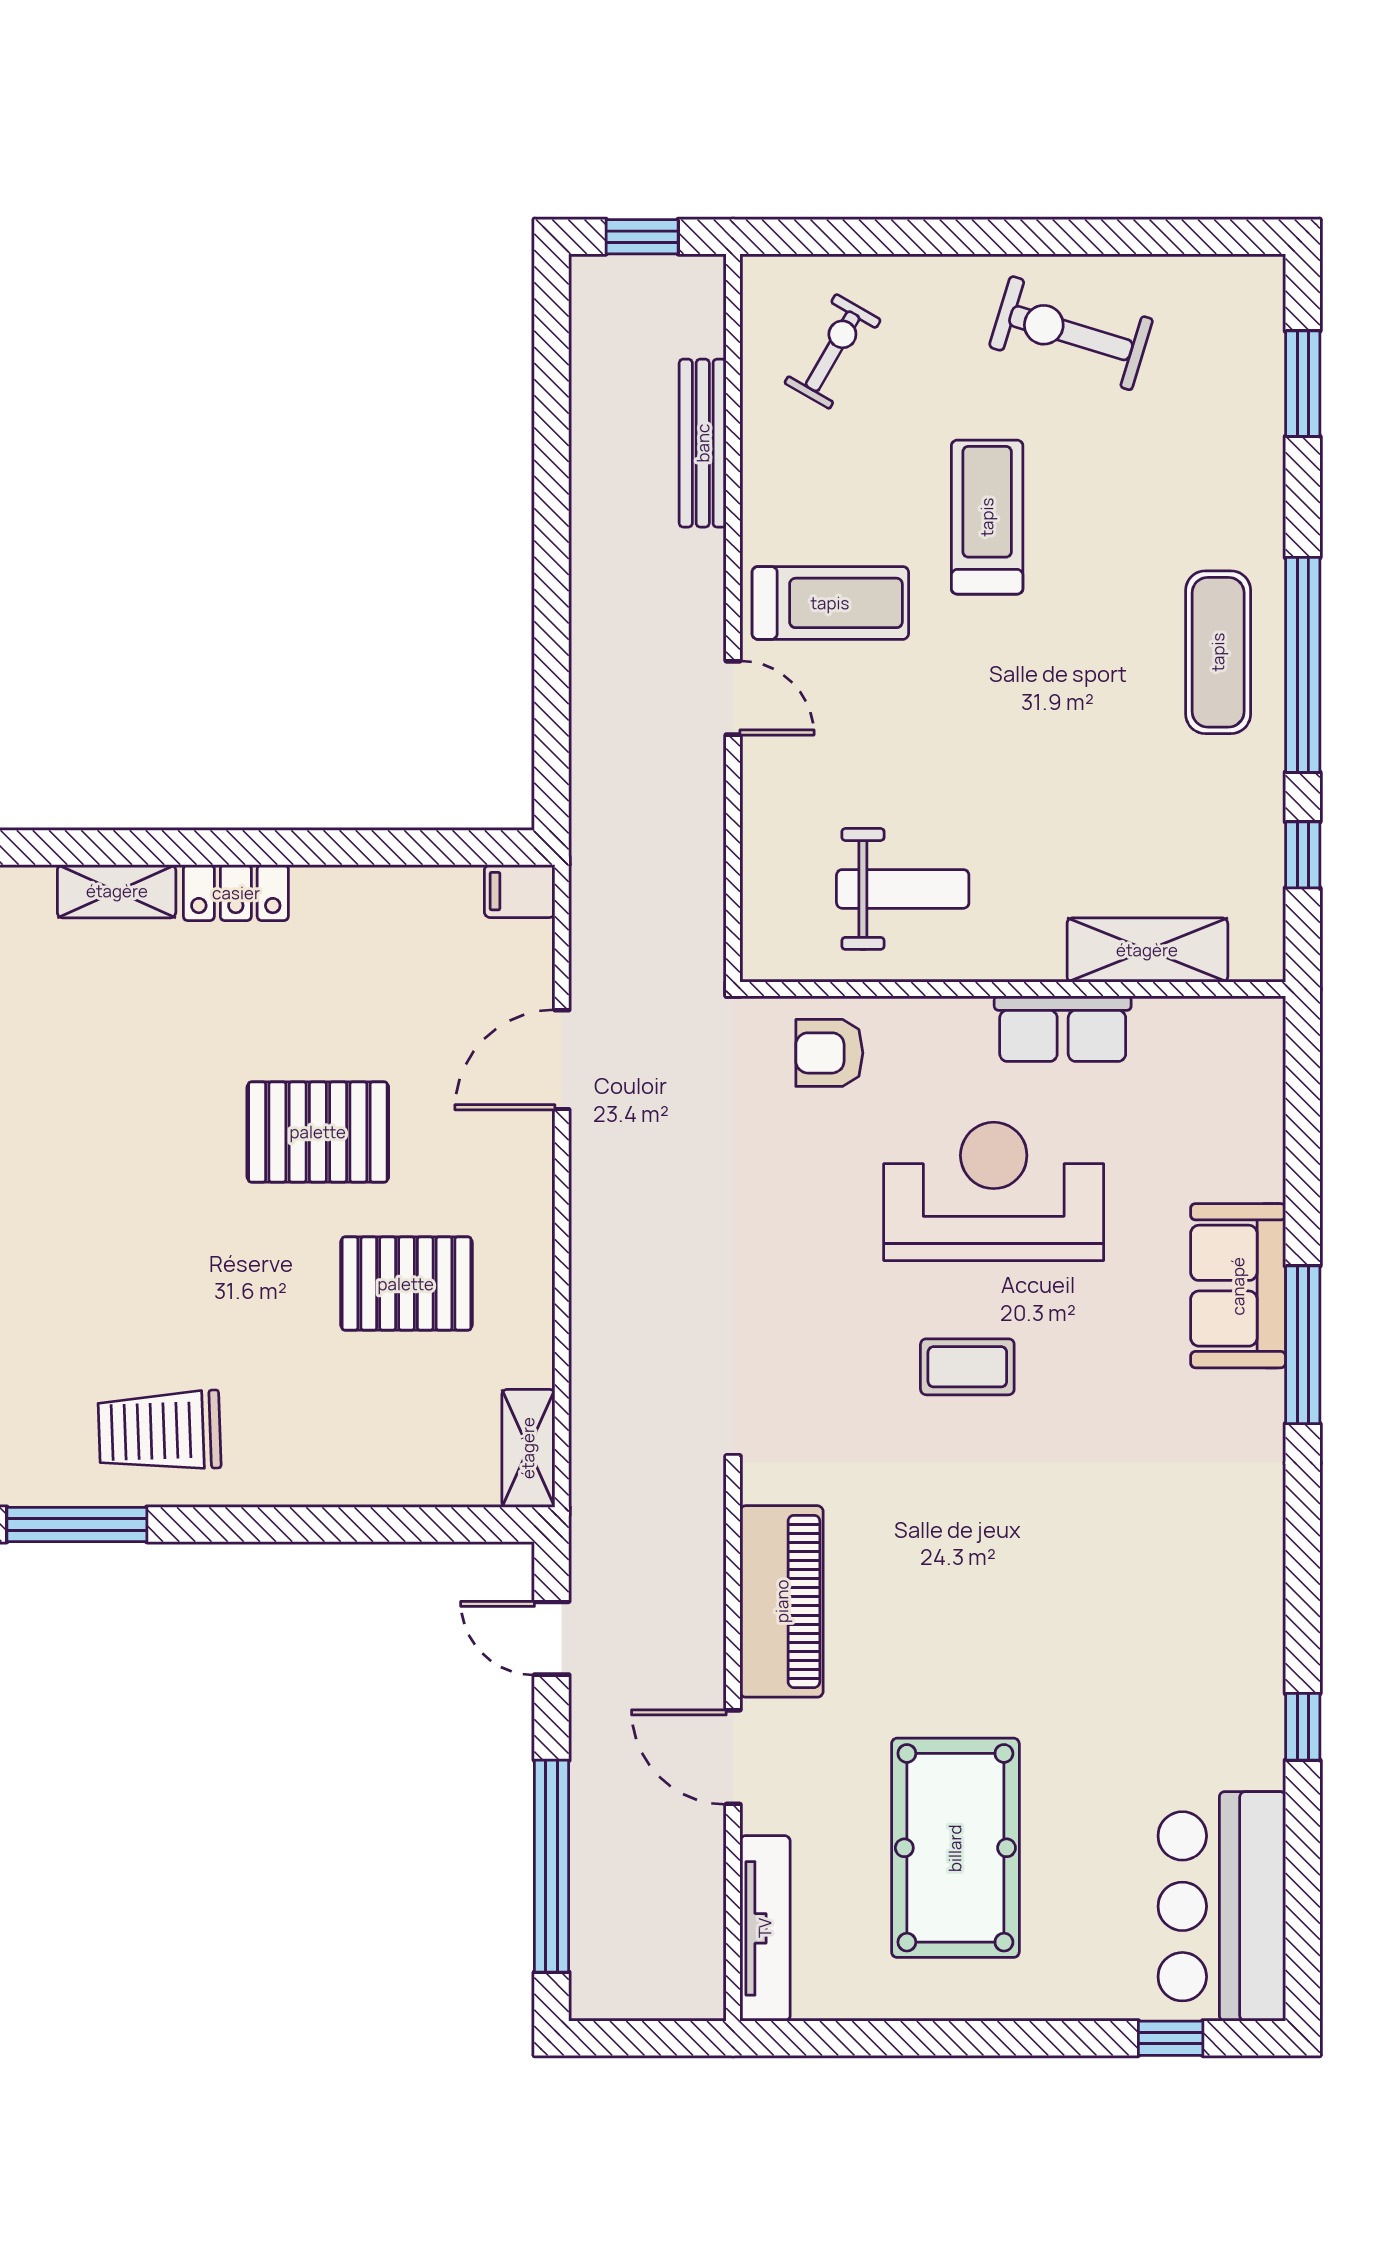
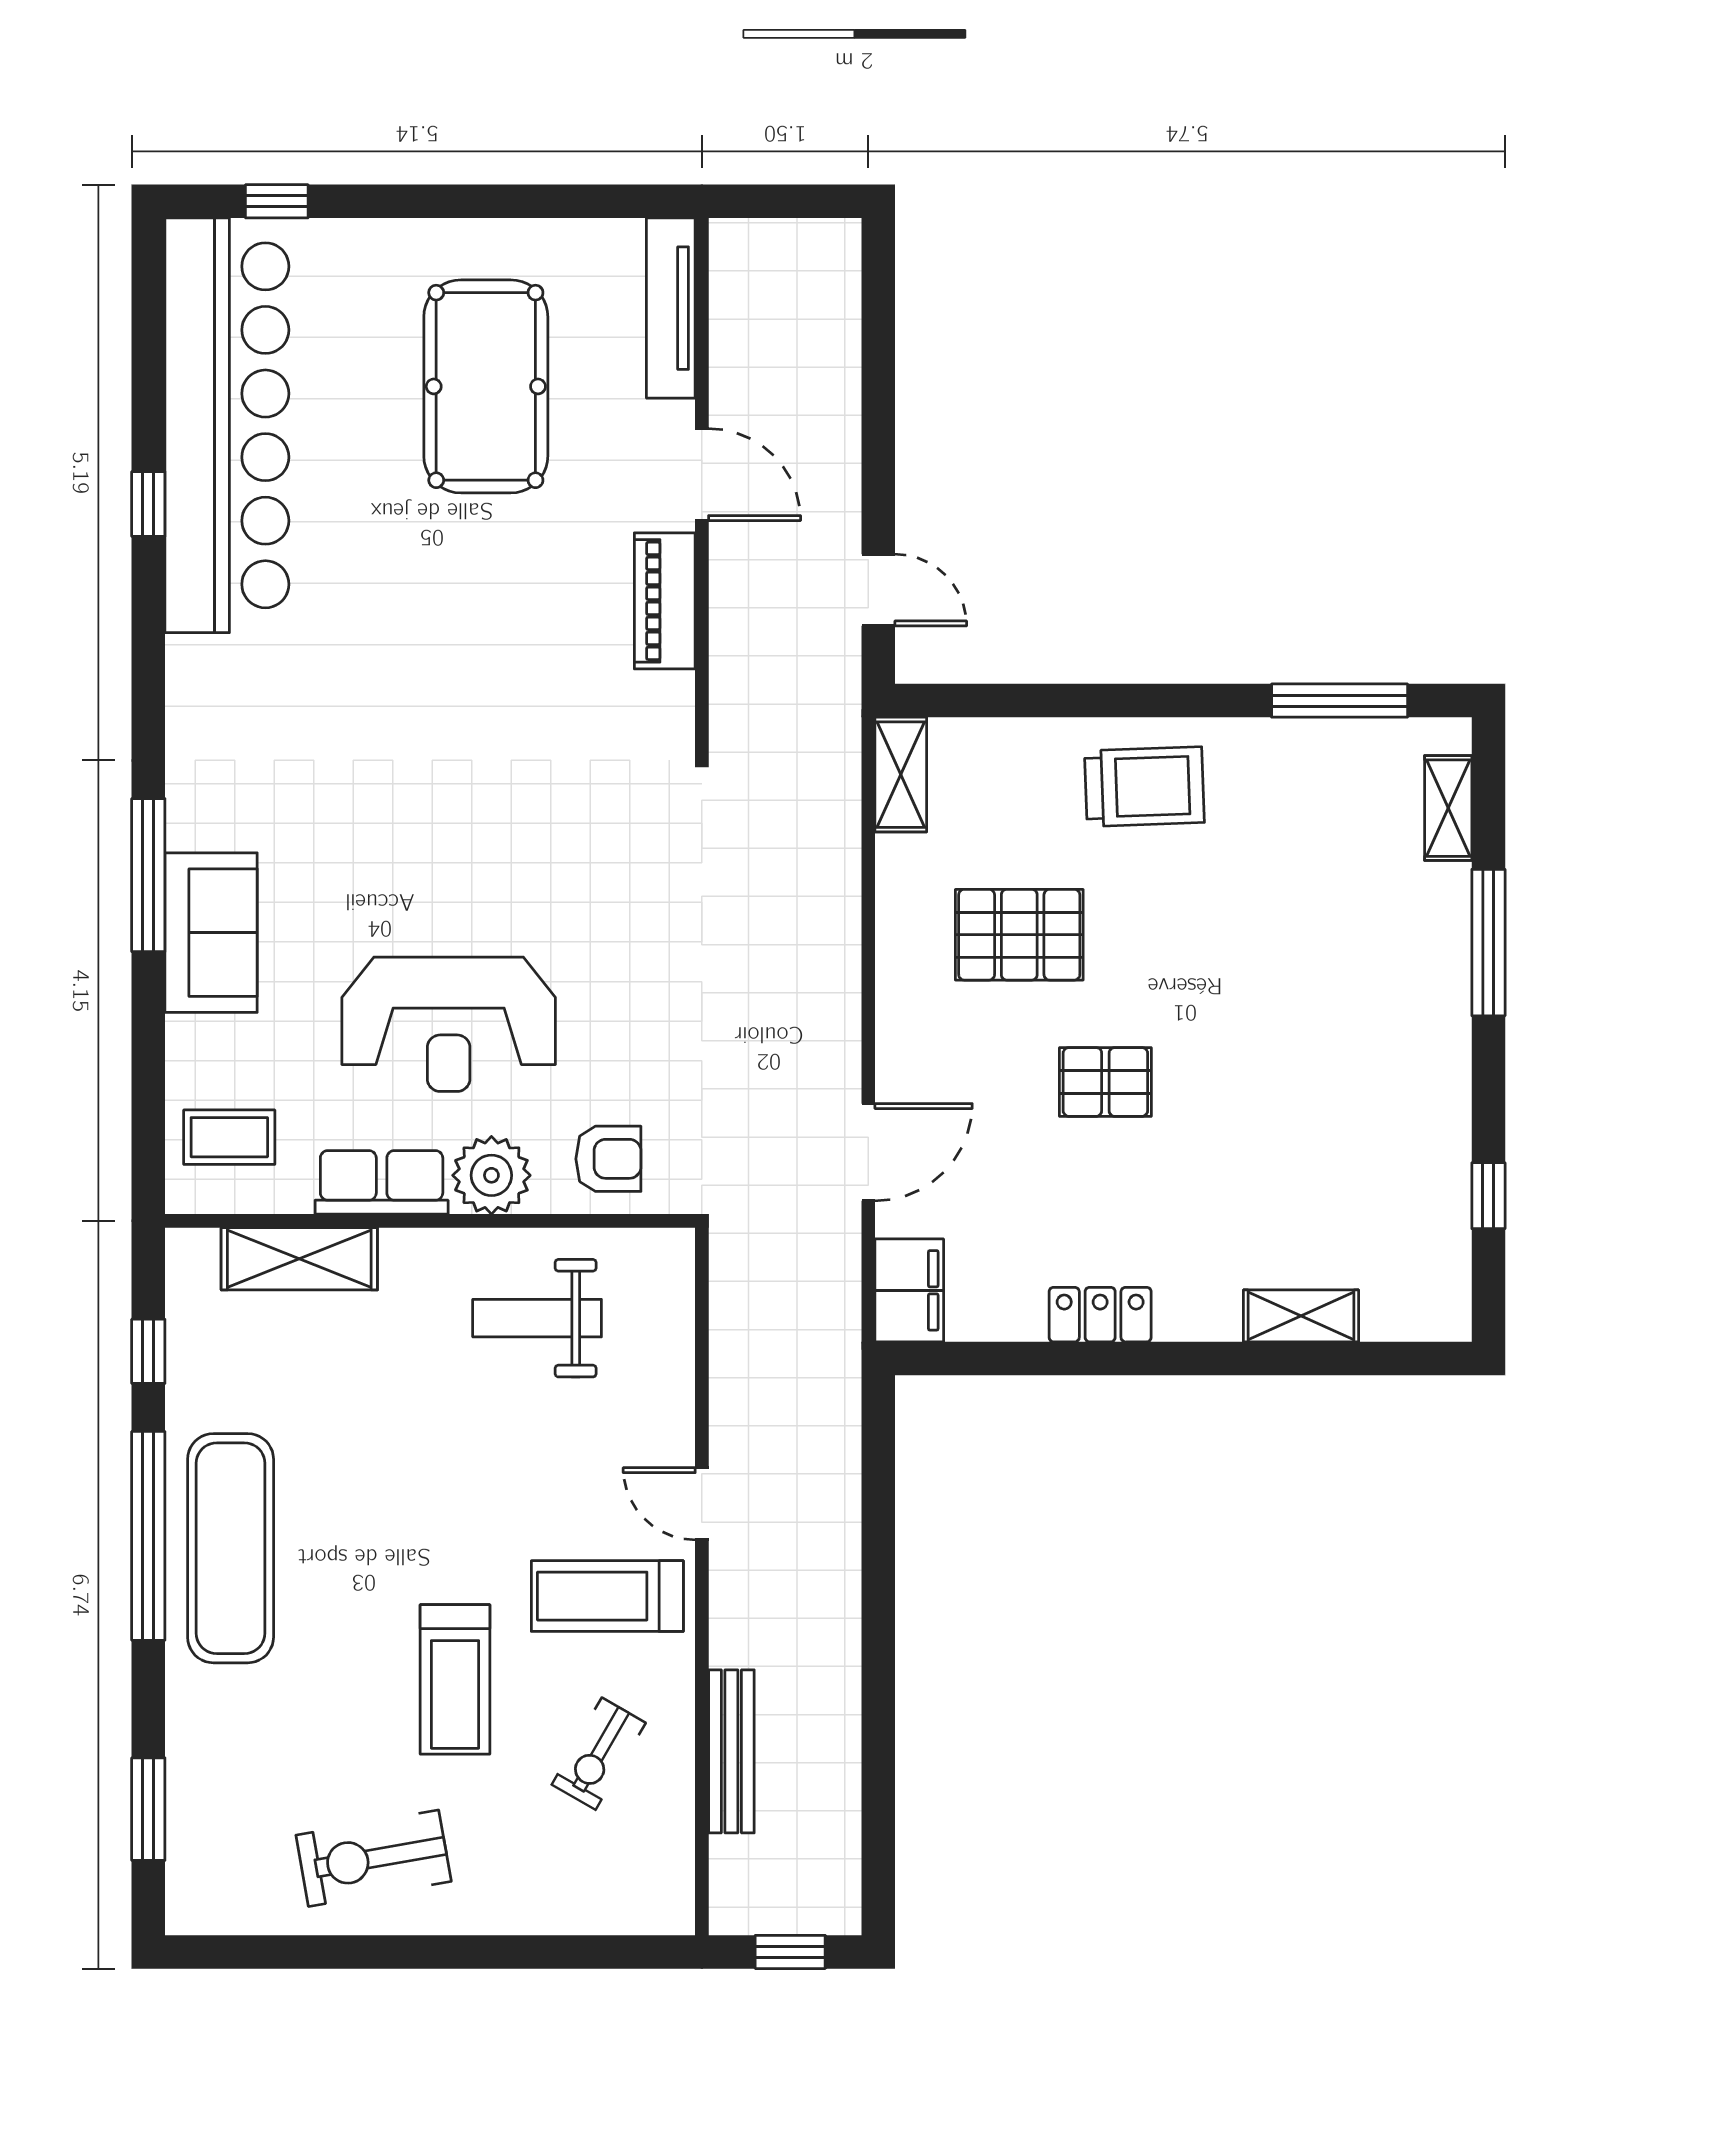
exercise bike: (1071, 333) -> (374, 1858), turned 153
exercise bike: (833, 351) -> (599, 1754), moved
exercise mat: (1218, 652) -> (231, 1548), width x1.36, depth x1.45
filing cabinet: (520, 891) -> (909, 1290), width x2.00
locker: (236, 893) -> (1100, 1315), moved
plant: (950, 1036) -> (491, 1175), added
pallet: (318, 1132) -> (1105, 1082), width x0.67, depth x0.71
coffee table: (967, 1367) -> (229, 1137), moved
trolley: (159, 1431) -> (1144, 787), moved
piano: (782, 1601) -> (665, 601), width x0.73, depth x0.75
window: (552, 1866) -> (878, 369), removed
bar counter: (1222, 1906) -> (227, 425), width x1.86

